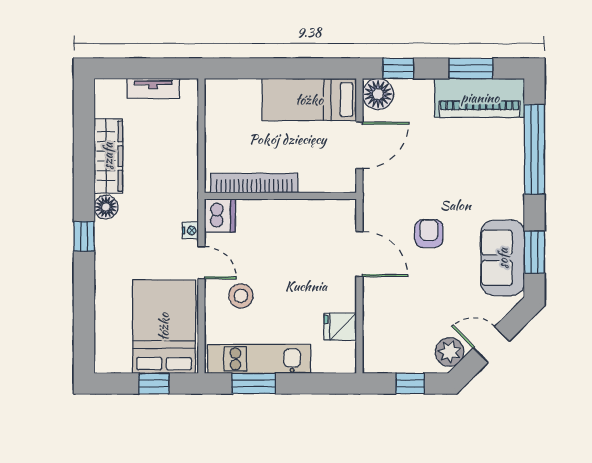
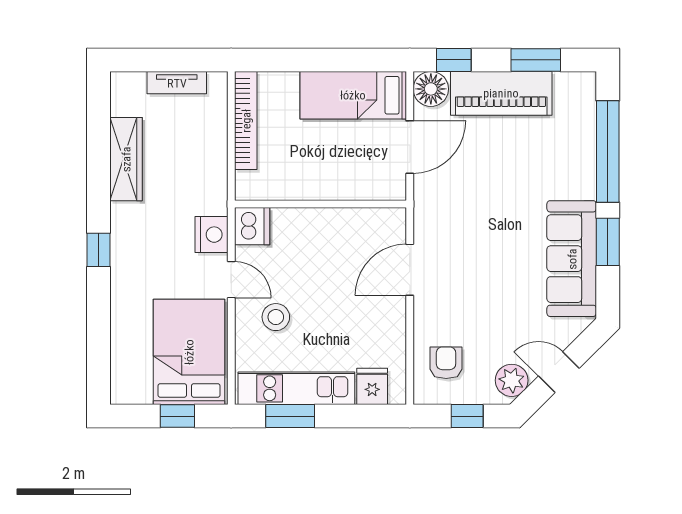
piano: (480, 98) -> (501, 93), moved
bookcase: (254, 183) -> (246, 121), moved, turned 90
floor lamp: (106, 207) -> (123, 217), removed
nightstand: (190, 230) -> (212, 235), width x1.89, depth x1.79
armchair: (429, 234) -> (446, 363), moved
window: (534, 252) -> (608, 242), moved
door: (359, 254) -> (410, 270), swing flipped
sofa: (503, 258) -> (572, 259), width x1.36
fridge: (340, 327) -> (372, 386), moved, turned 90

